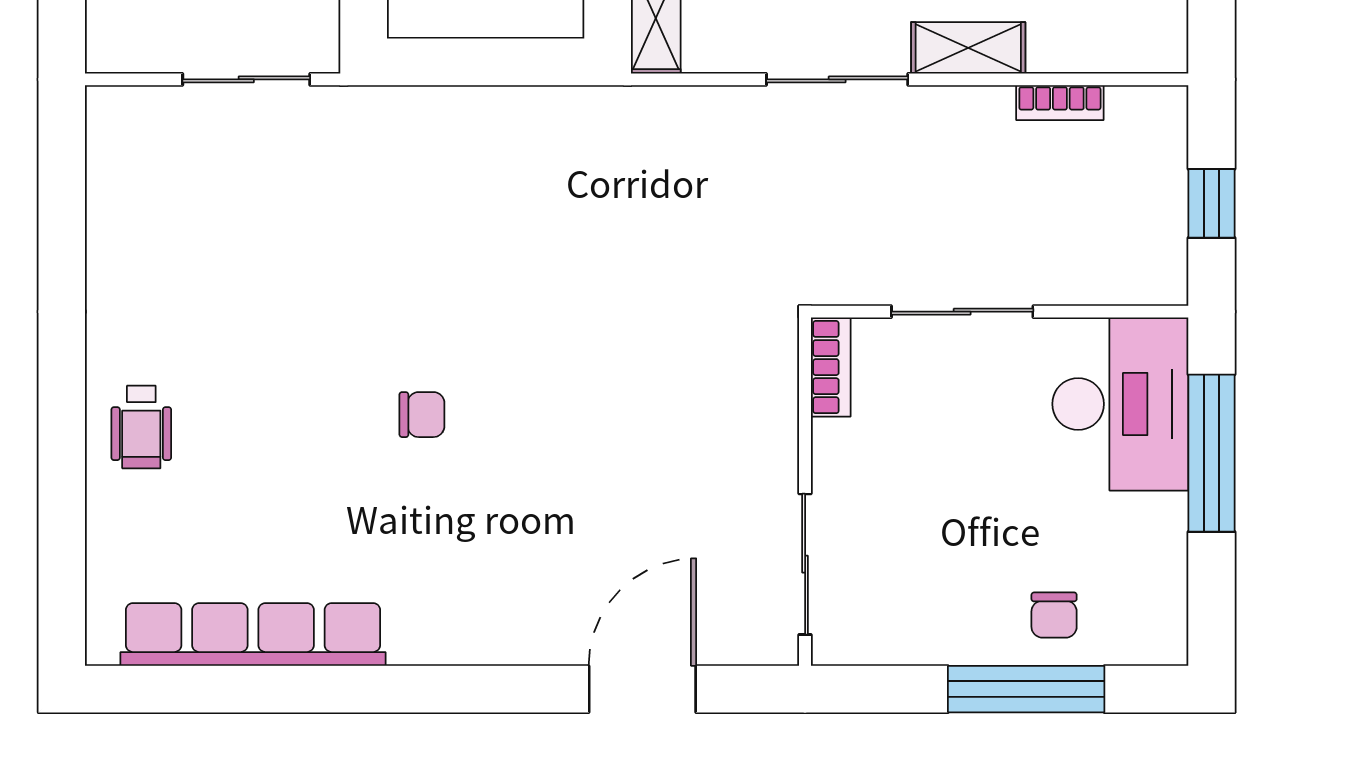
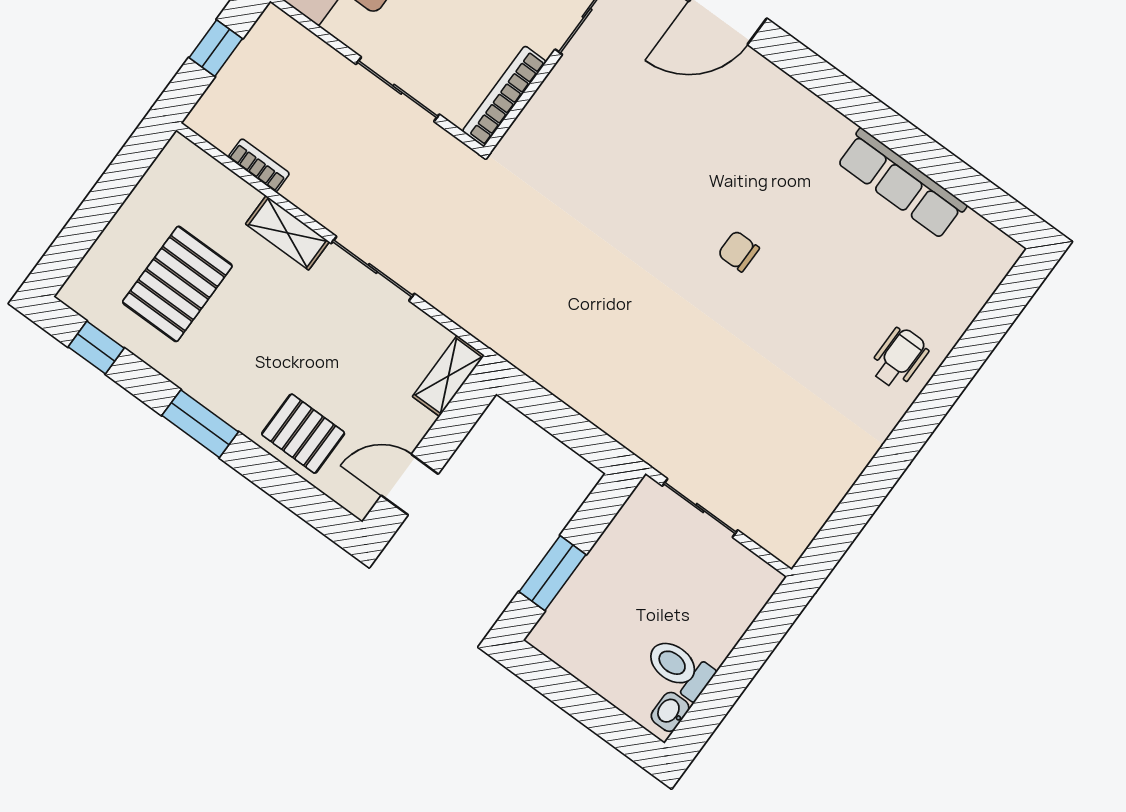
bookcase: (831, 367) -> (504, 96), width x1.56
row of seats: (253, 634) -> (902, 184), width x0.73

